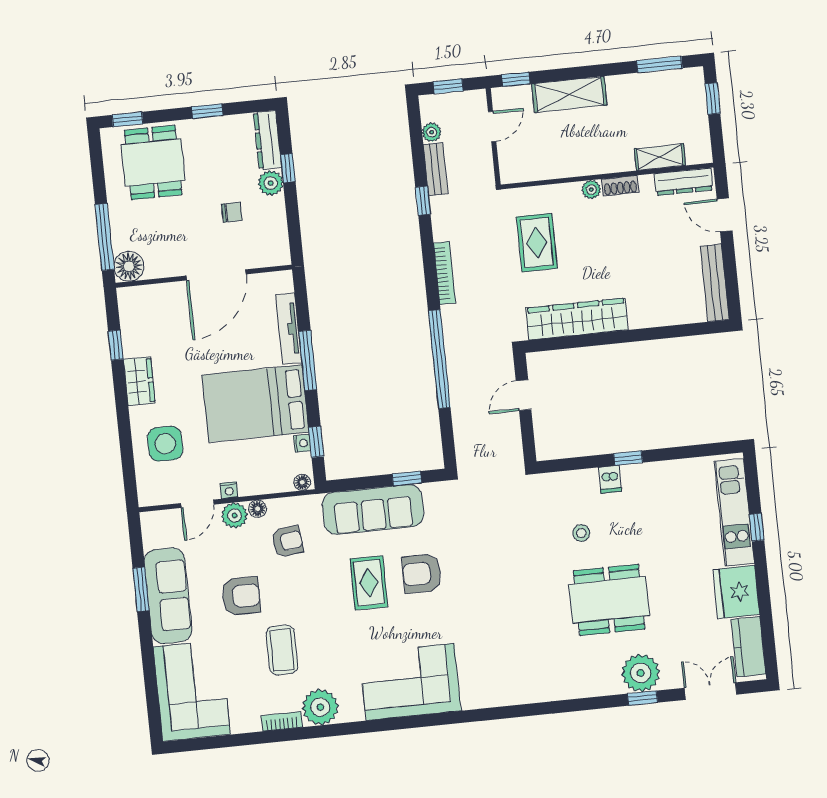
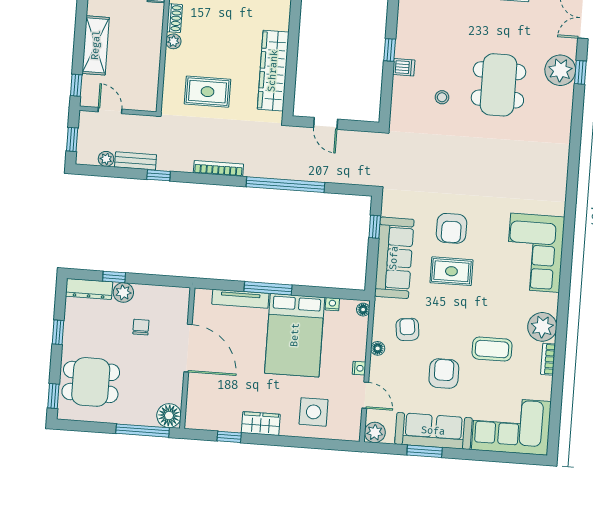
window: (316, 442) -> (333, 293), removed
plant: (234, 515) -> (375, 432), moved

